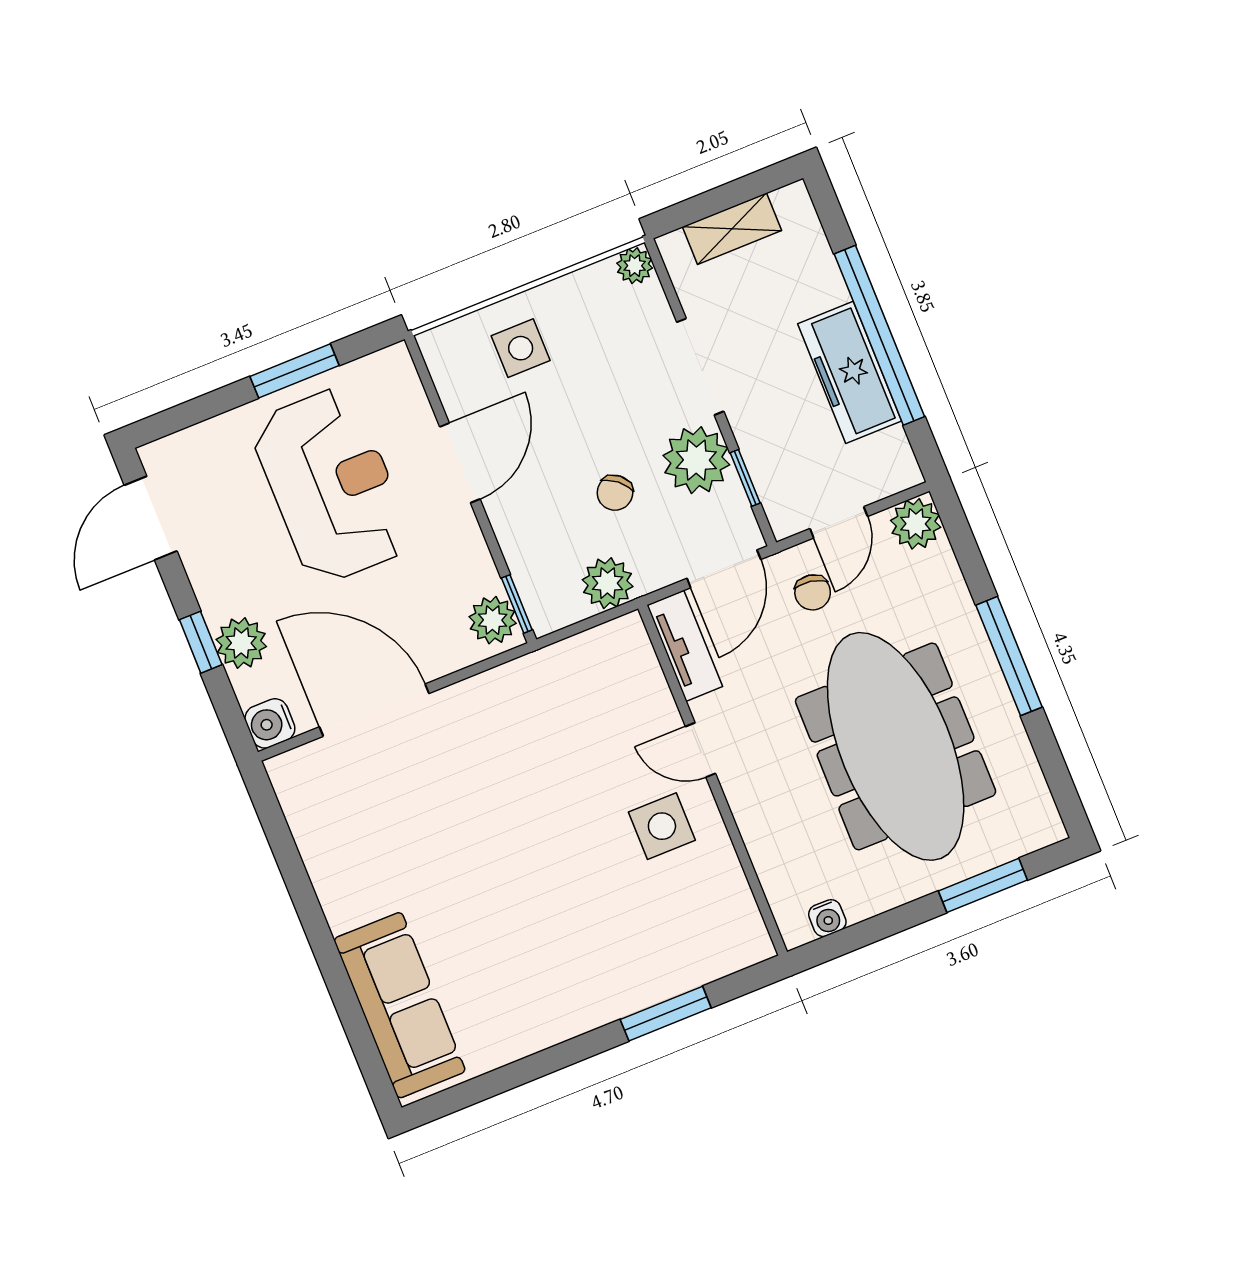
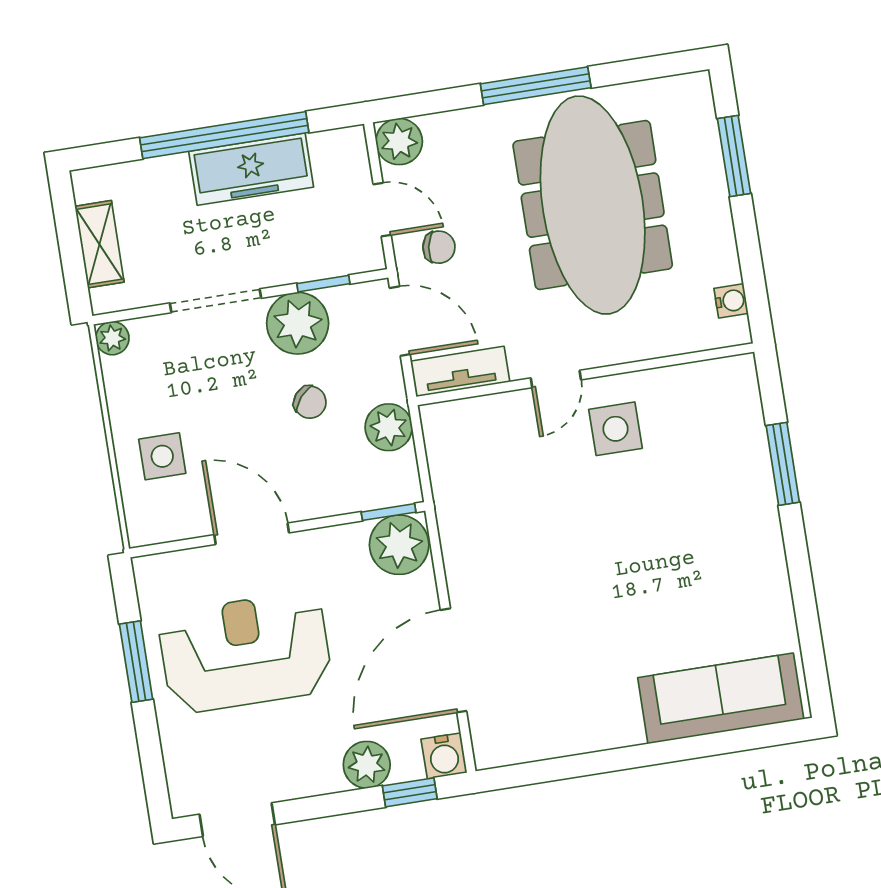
plant: (493, 620) -> (399, 545), width x1.36, depth x1.36
window: (201, 642) -> (410, 792), moved
meeting table: (896, 746) -> (593, 205), turned 90

